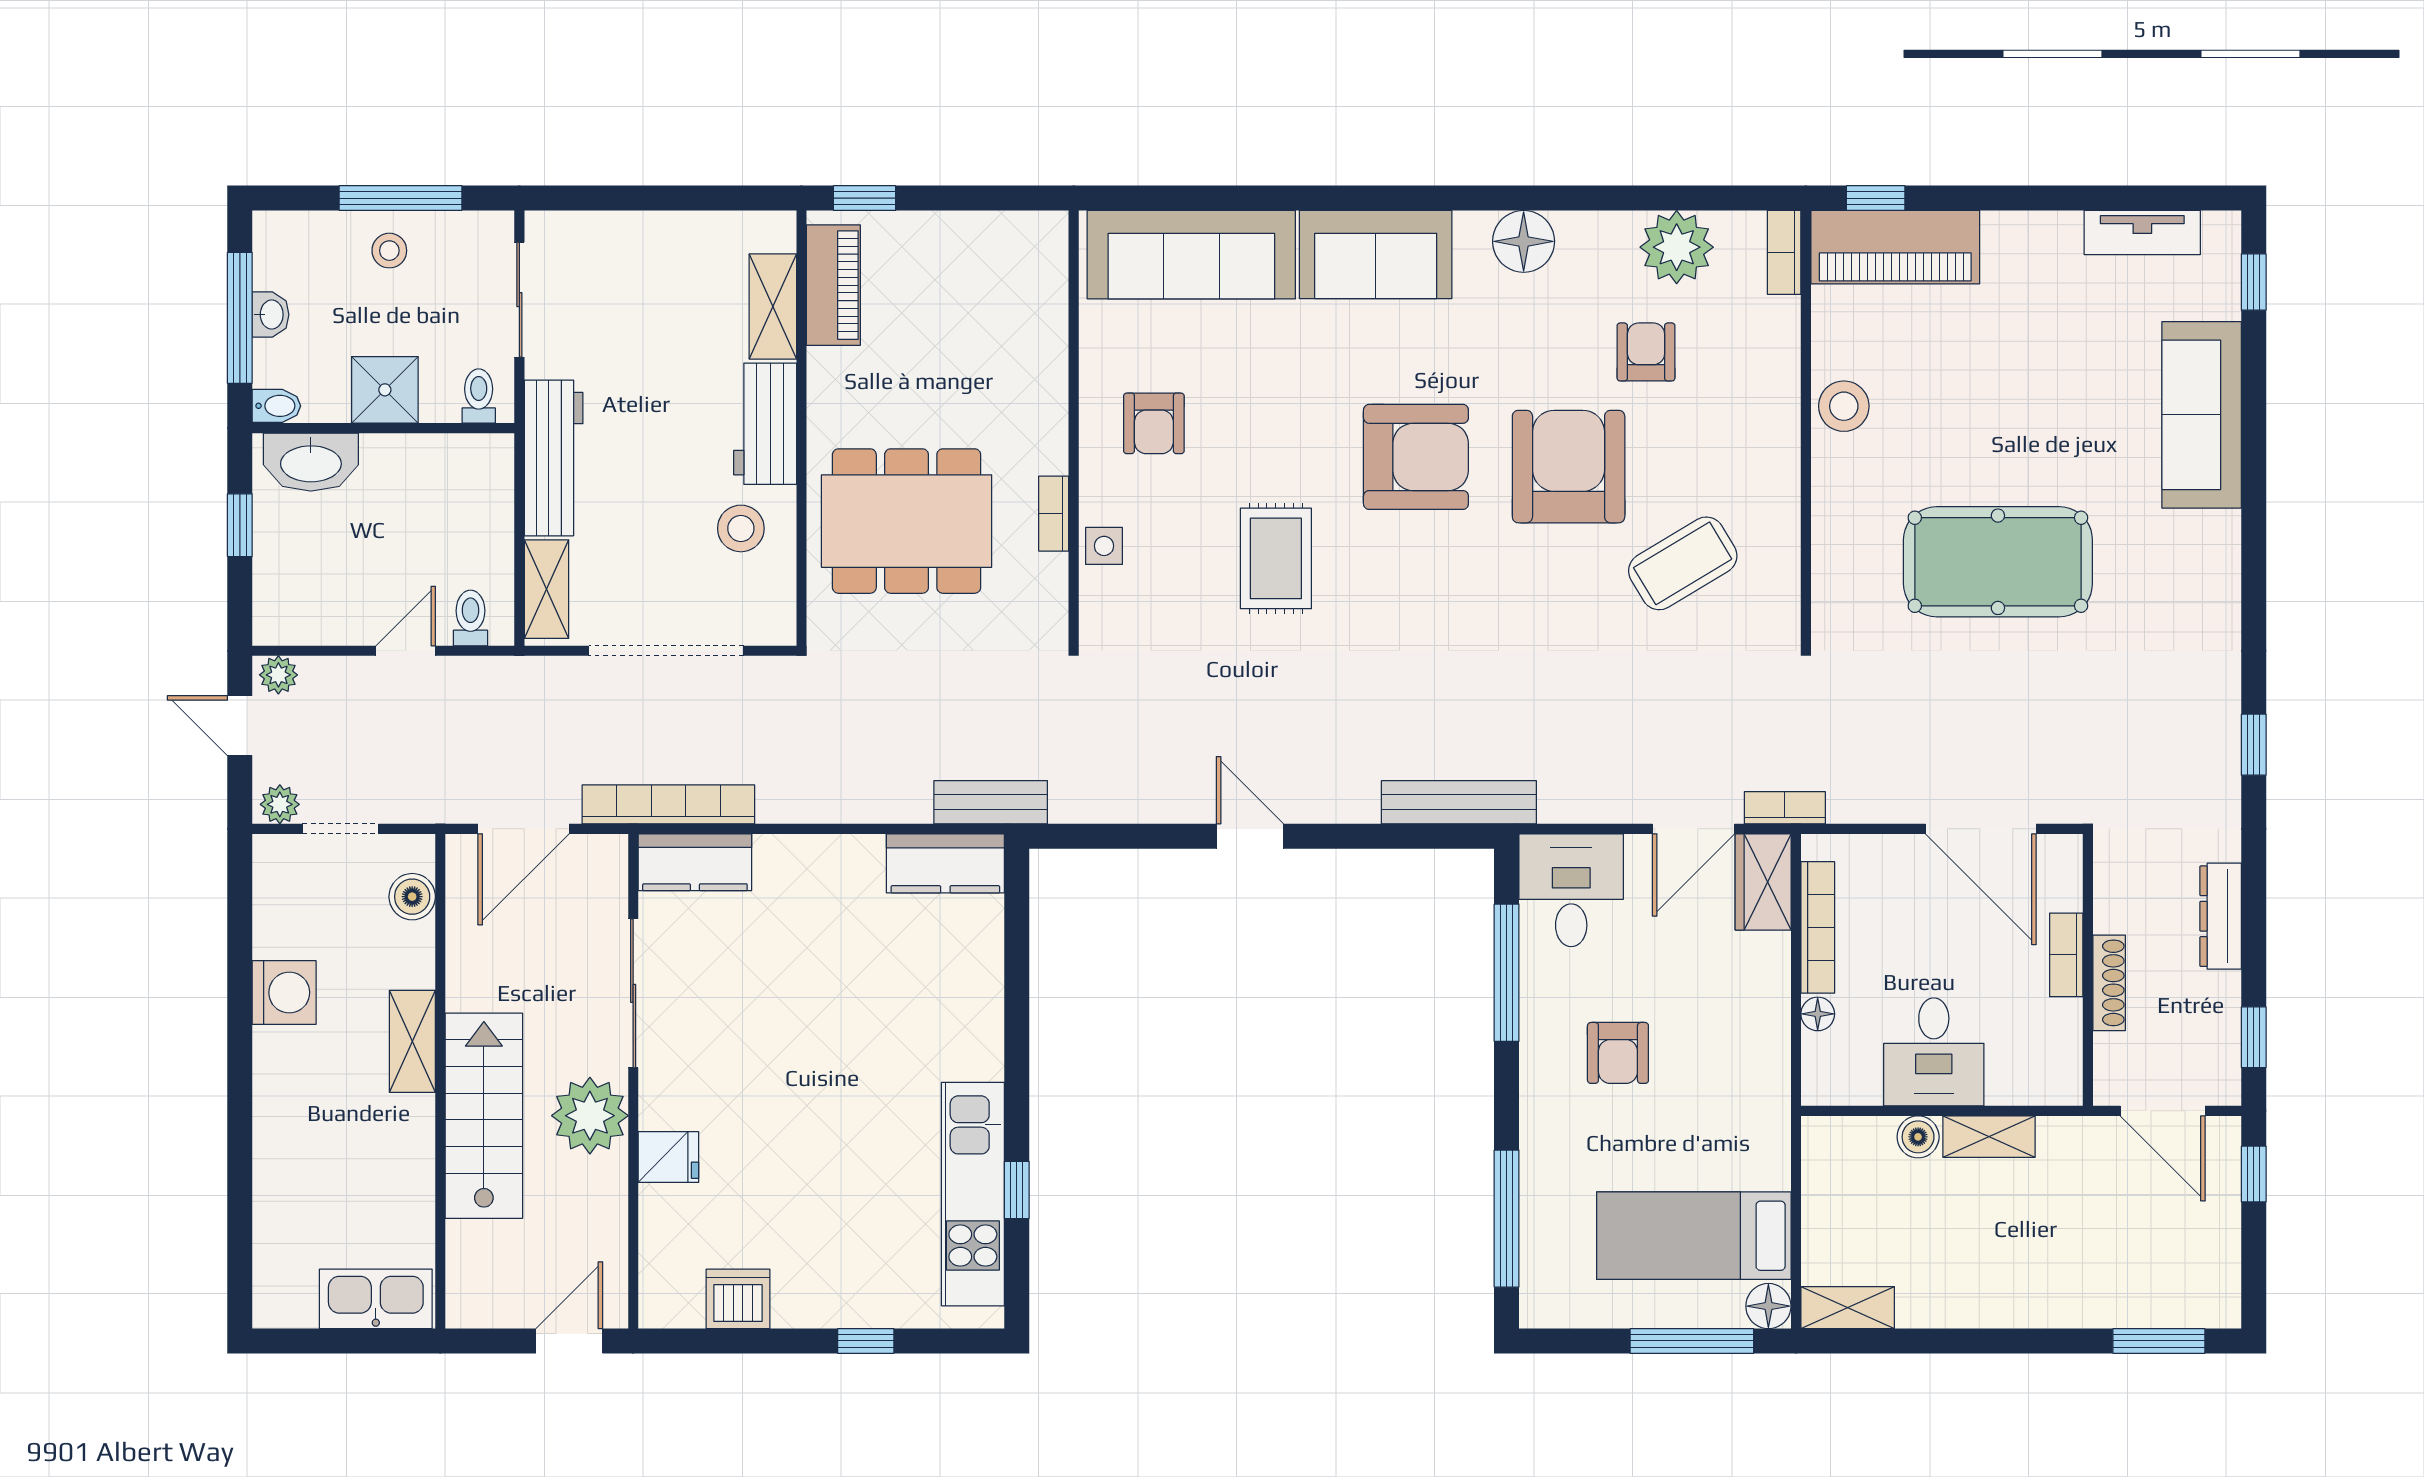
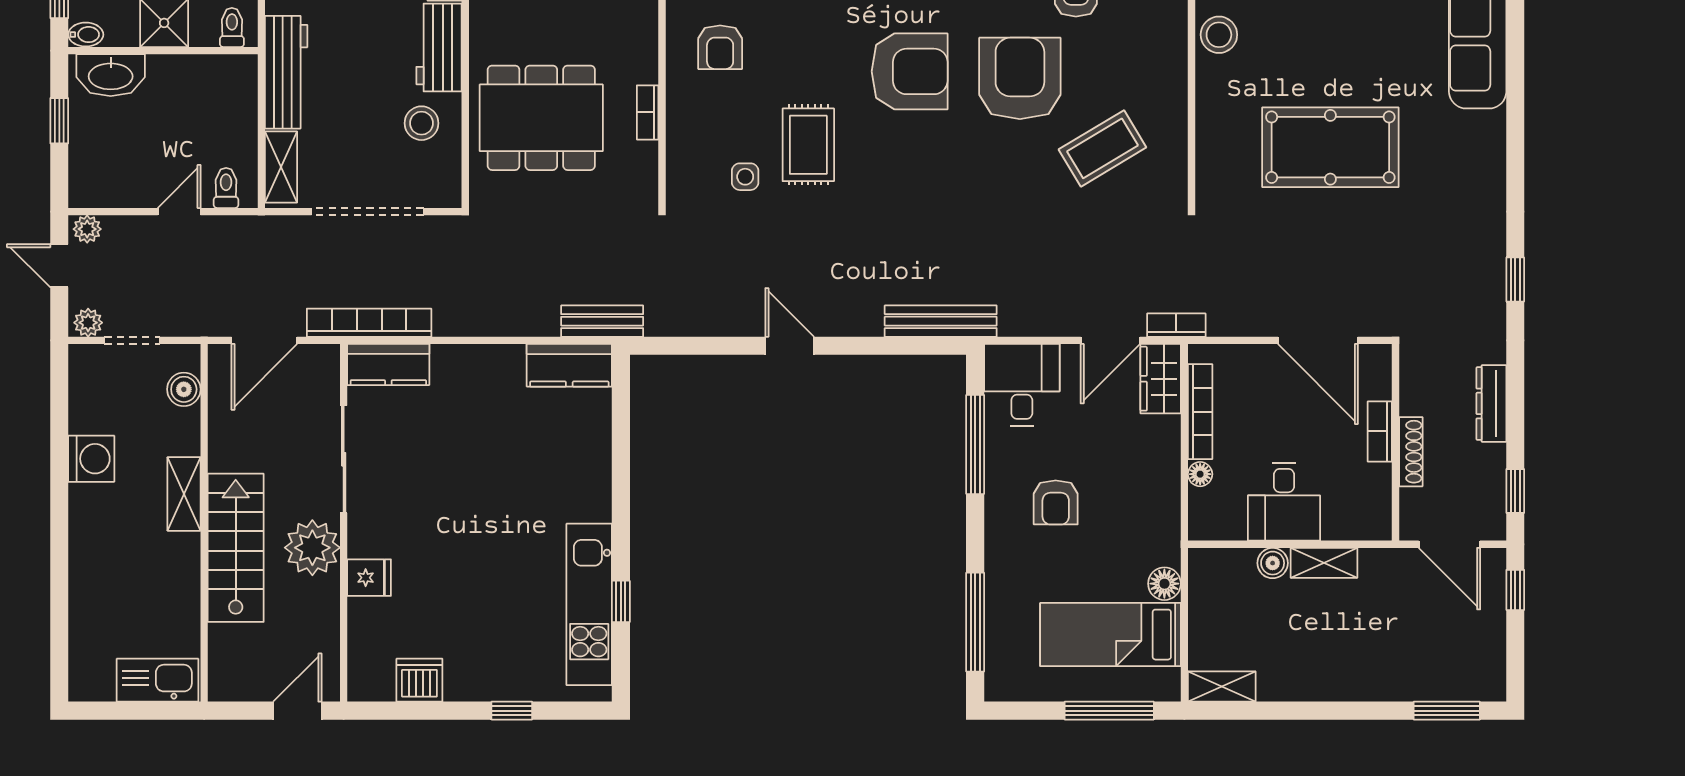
side table: (1104, 546) -> (745, 177), moved
floor lamp: (1768, 1306) -> (1164, 584), moved

